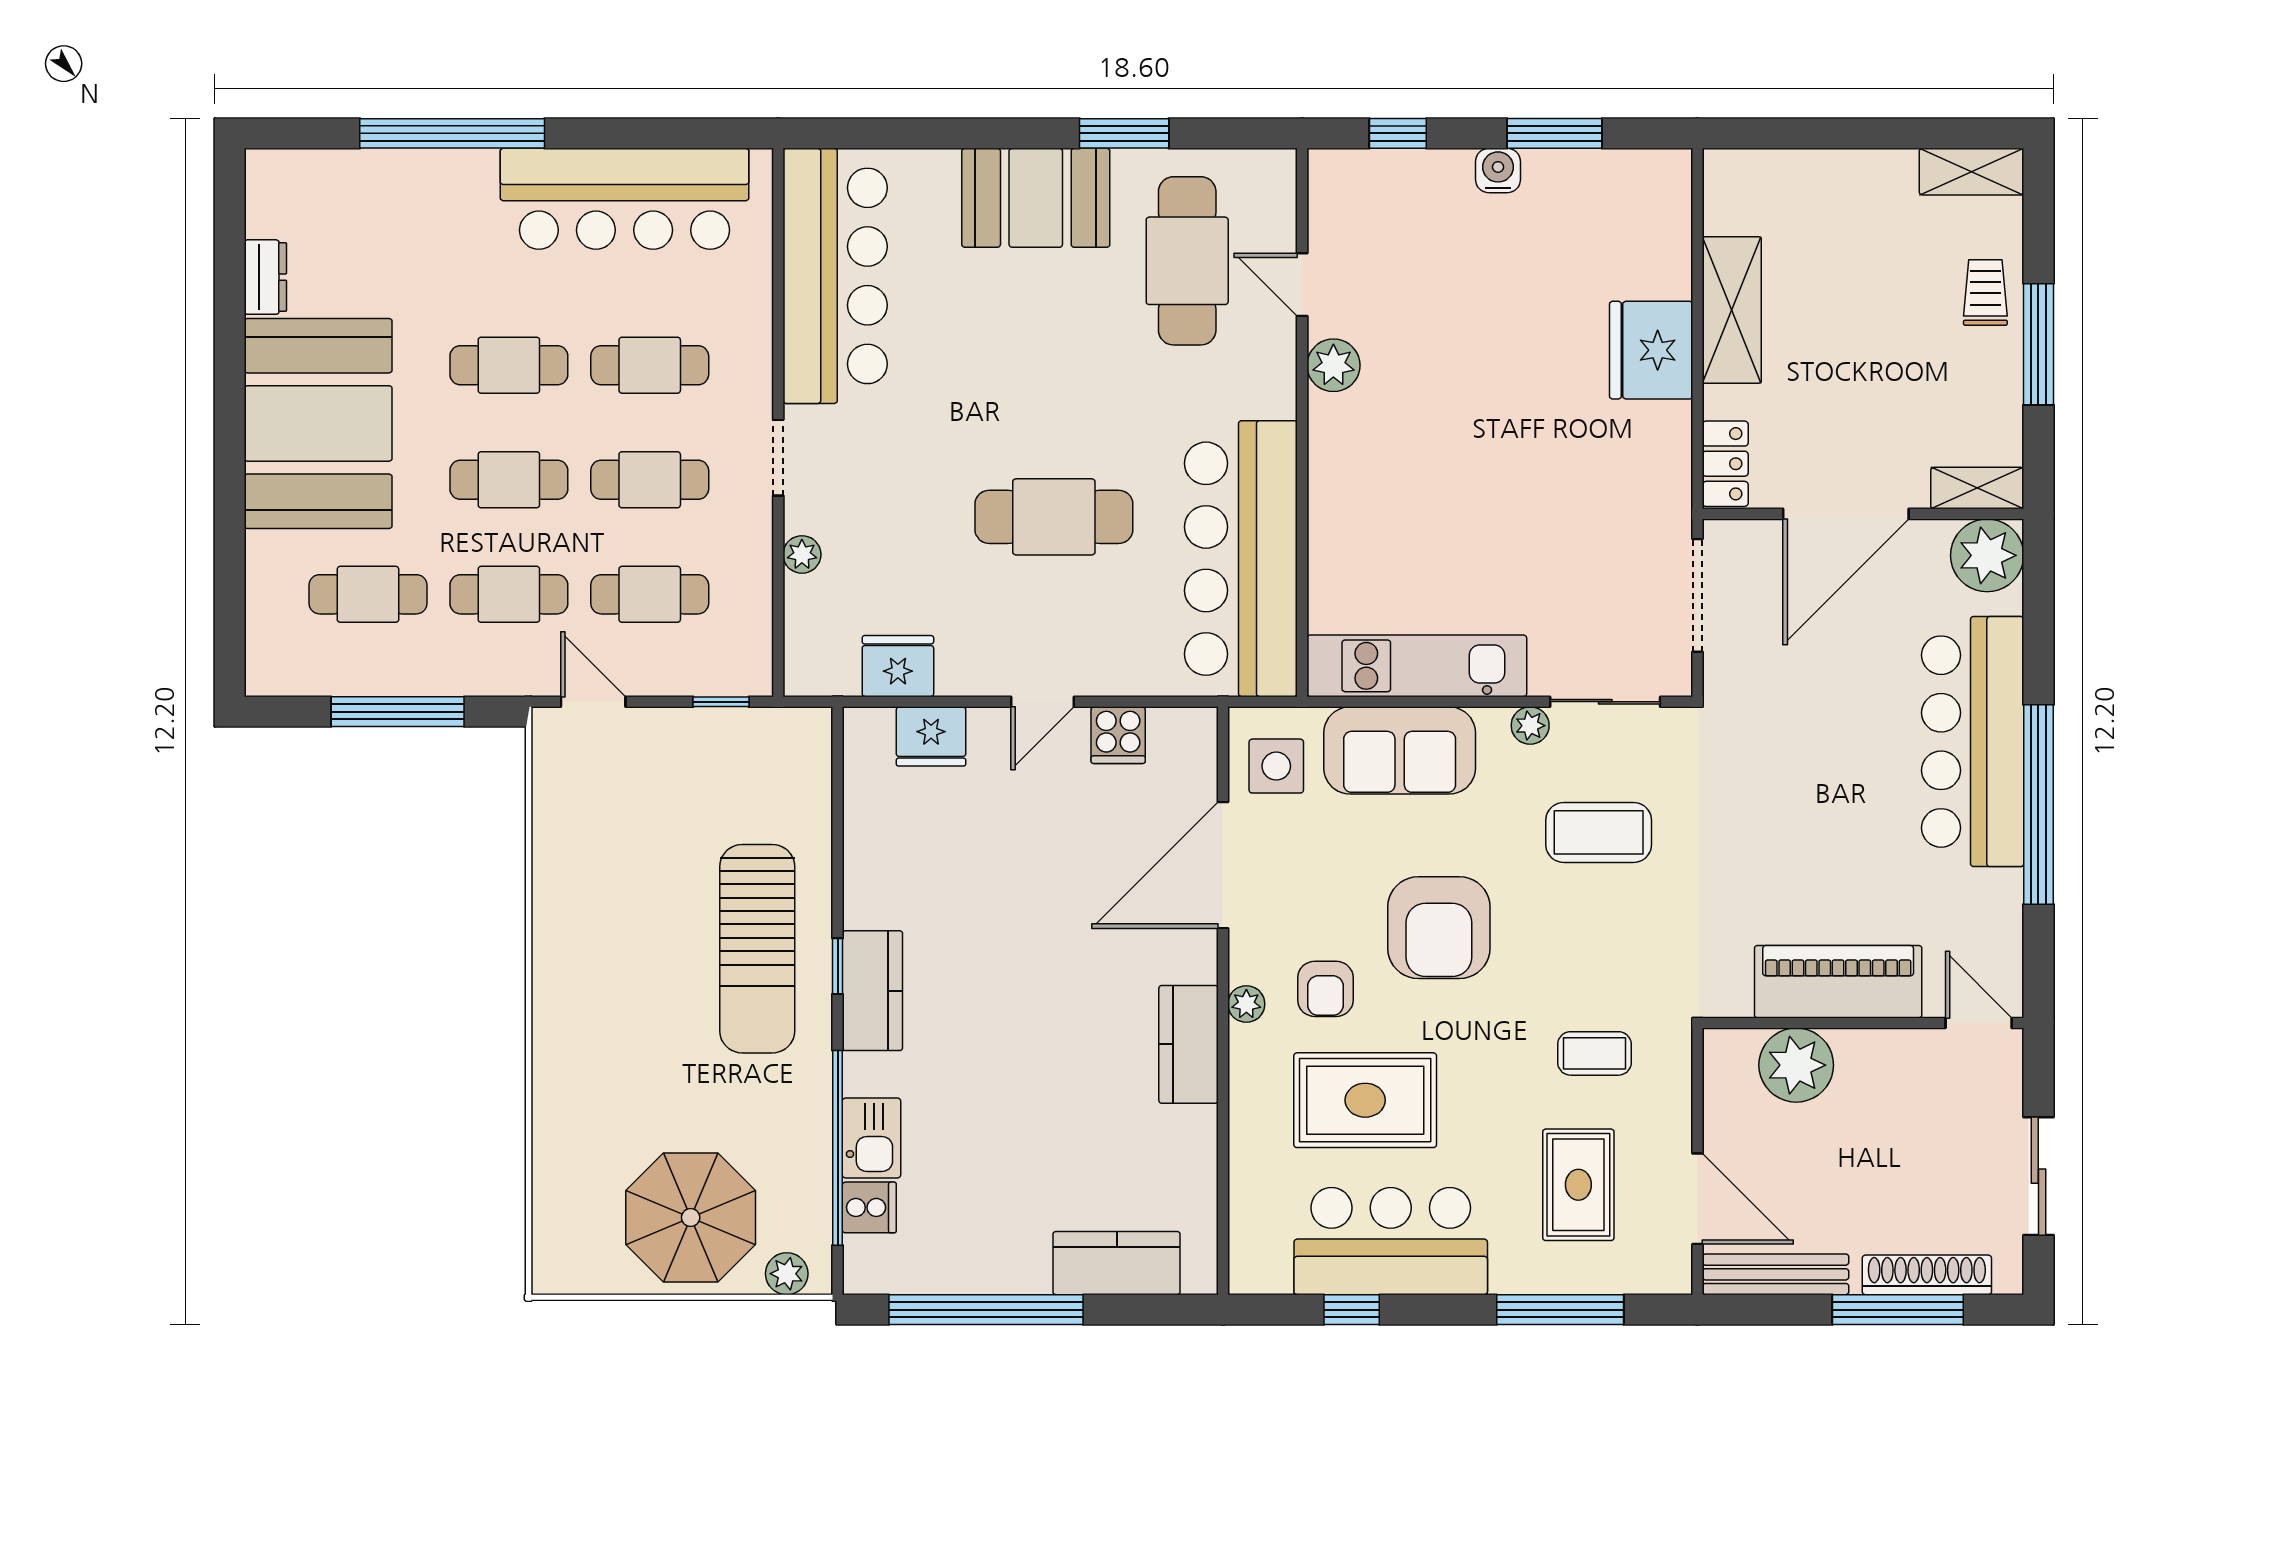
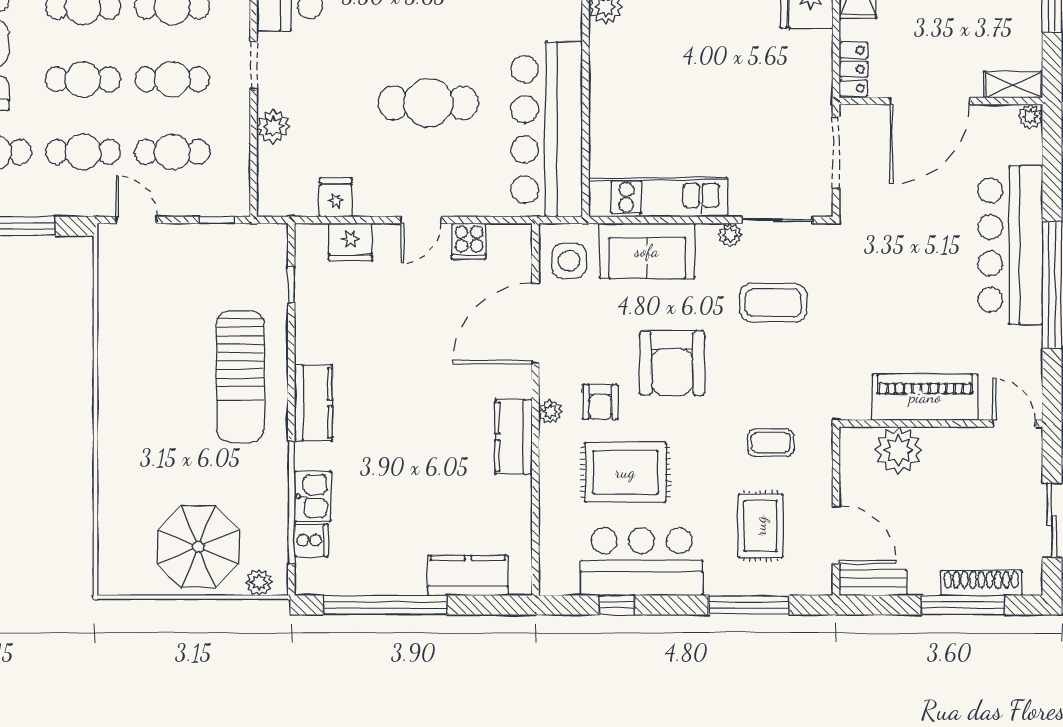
plant: (802, 554) -> (273, 127), width x1.38, depth x1.38
plant: (1987, 555) -> (1030, 116), width x0.53, depth x0.53
fridge: (898, 666) -> (336, 197), width x0.72
window: (838, 966) -> (291, 285), moved
bench: (1776, 1274) -> (873, 583), width x0.73

